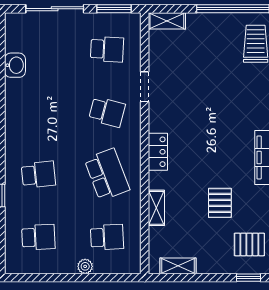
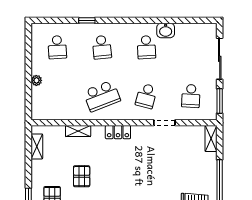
washbasin: (15, 65) -> (166, 30), moved
pallet: (220, 203) -> (82, 176), turned 90
school desk: (107, 237) -> (146, 47), moved

